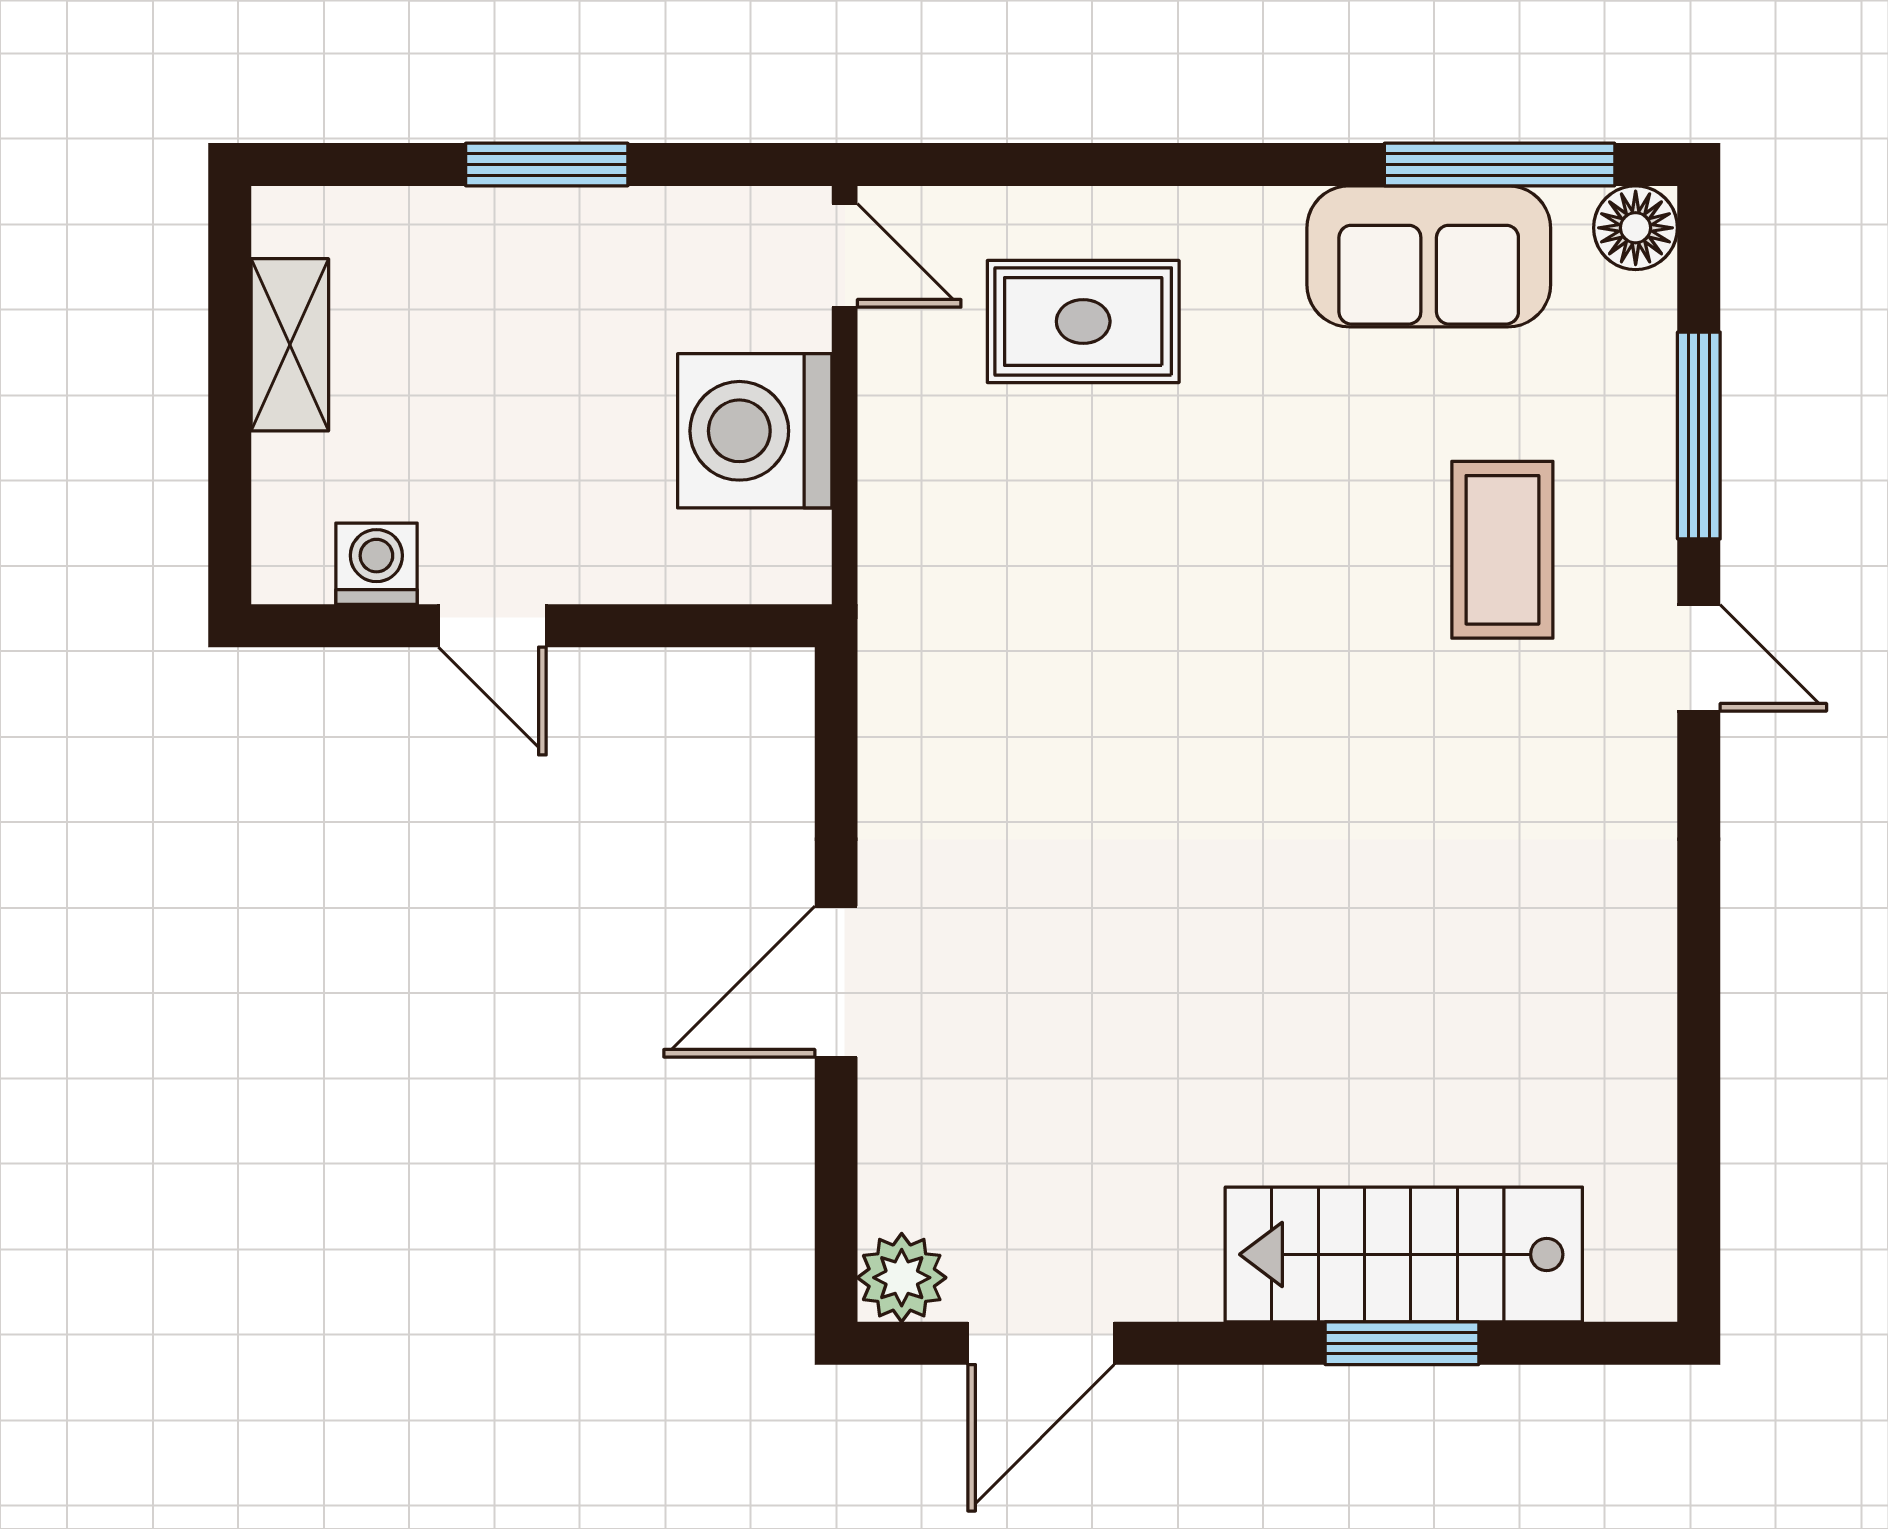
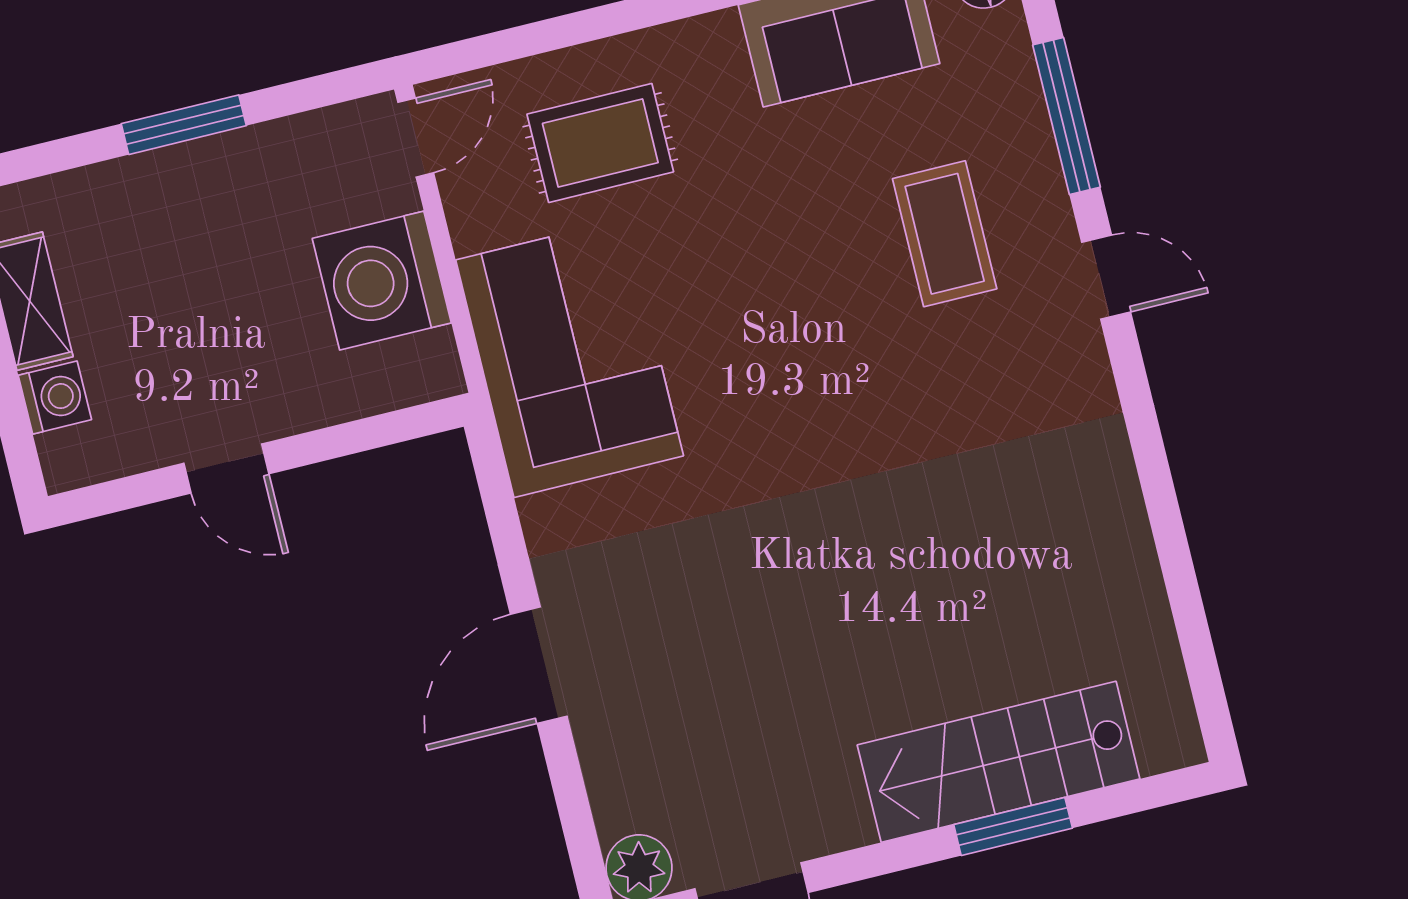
door: (845, 255) -> (416, 138), hinge flipped
washing machine: (376, 564) -> (55, 398), moved, turned 90
corner sofa: (974, 591) -> (570, 358), added

